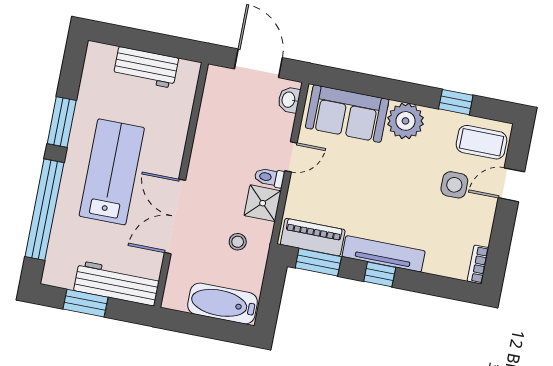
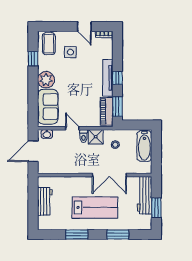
lab bench: (112, 172) -> (95, 207), turned 180
door: (511, 185) -> (84, 26), moved
window: (44, 210) -> (118, 234), width x0.47

